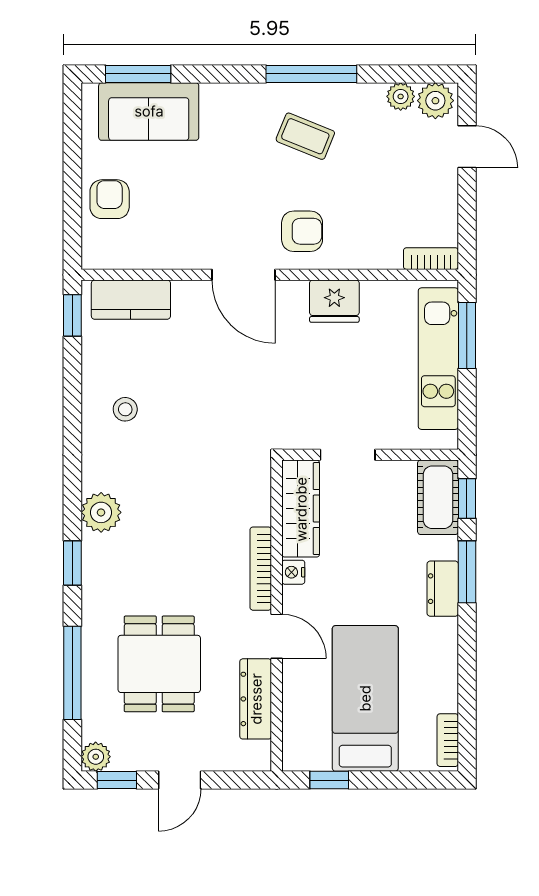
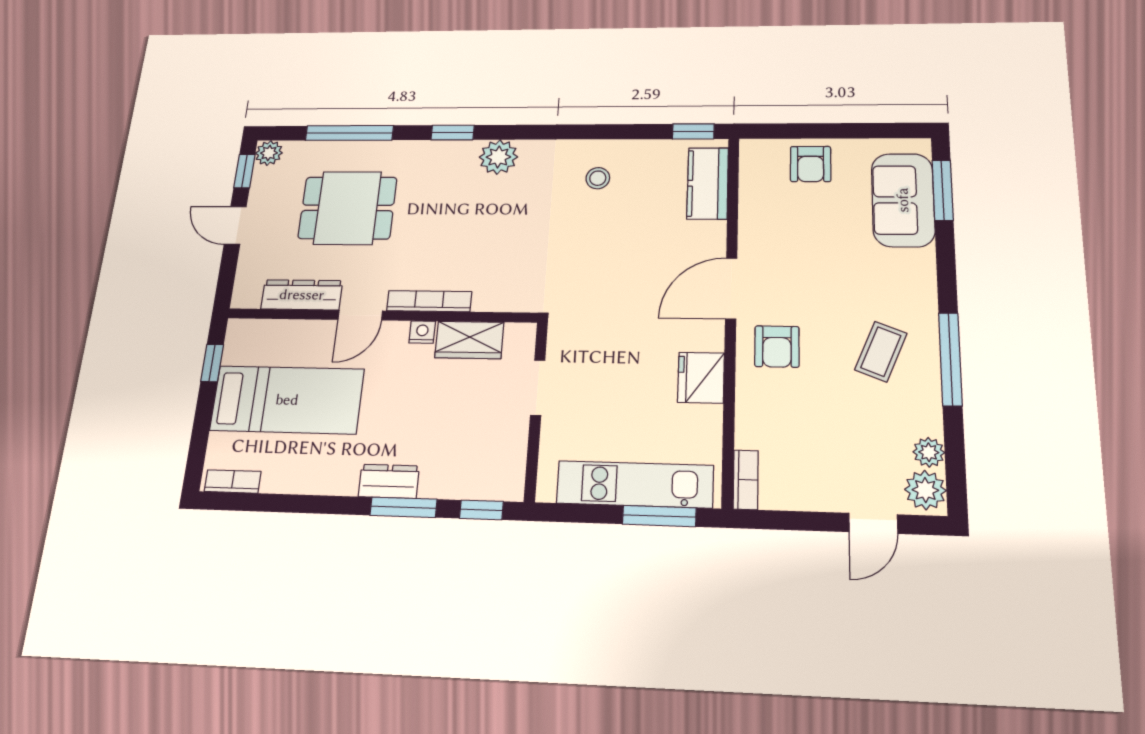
armchair: (110, 199) -> (811, 164), turned 90
cot: (438, 497) -> (485, 479), removed
wardrobe: (301, 509) -> (469, 340), width x0.67

